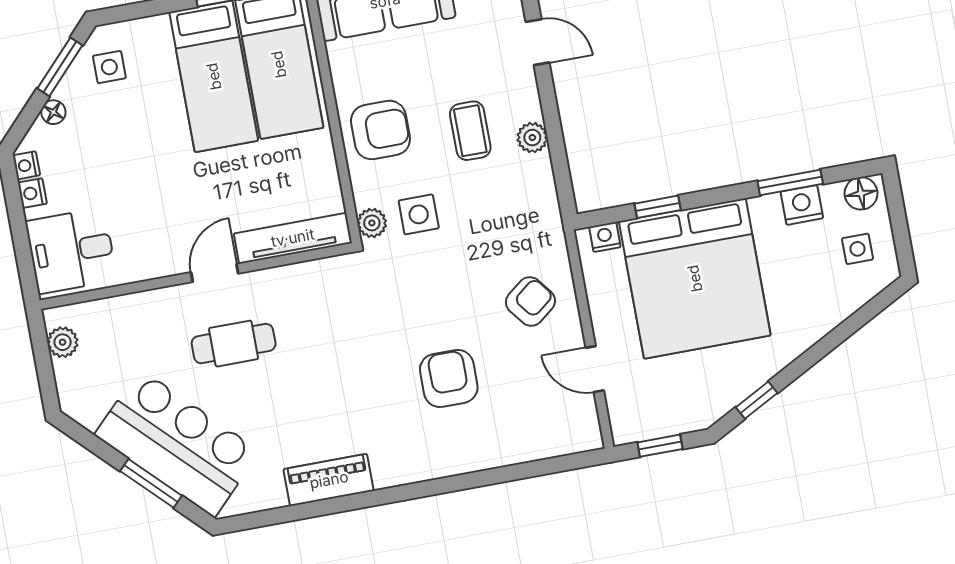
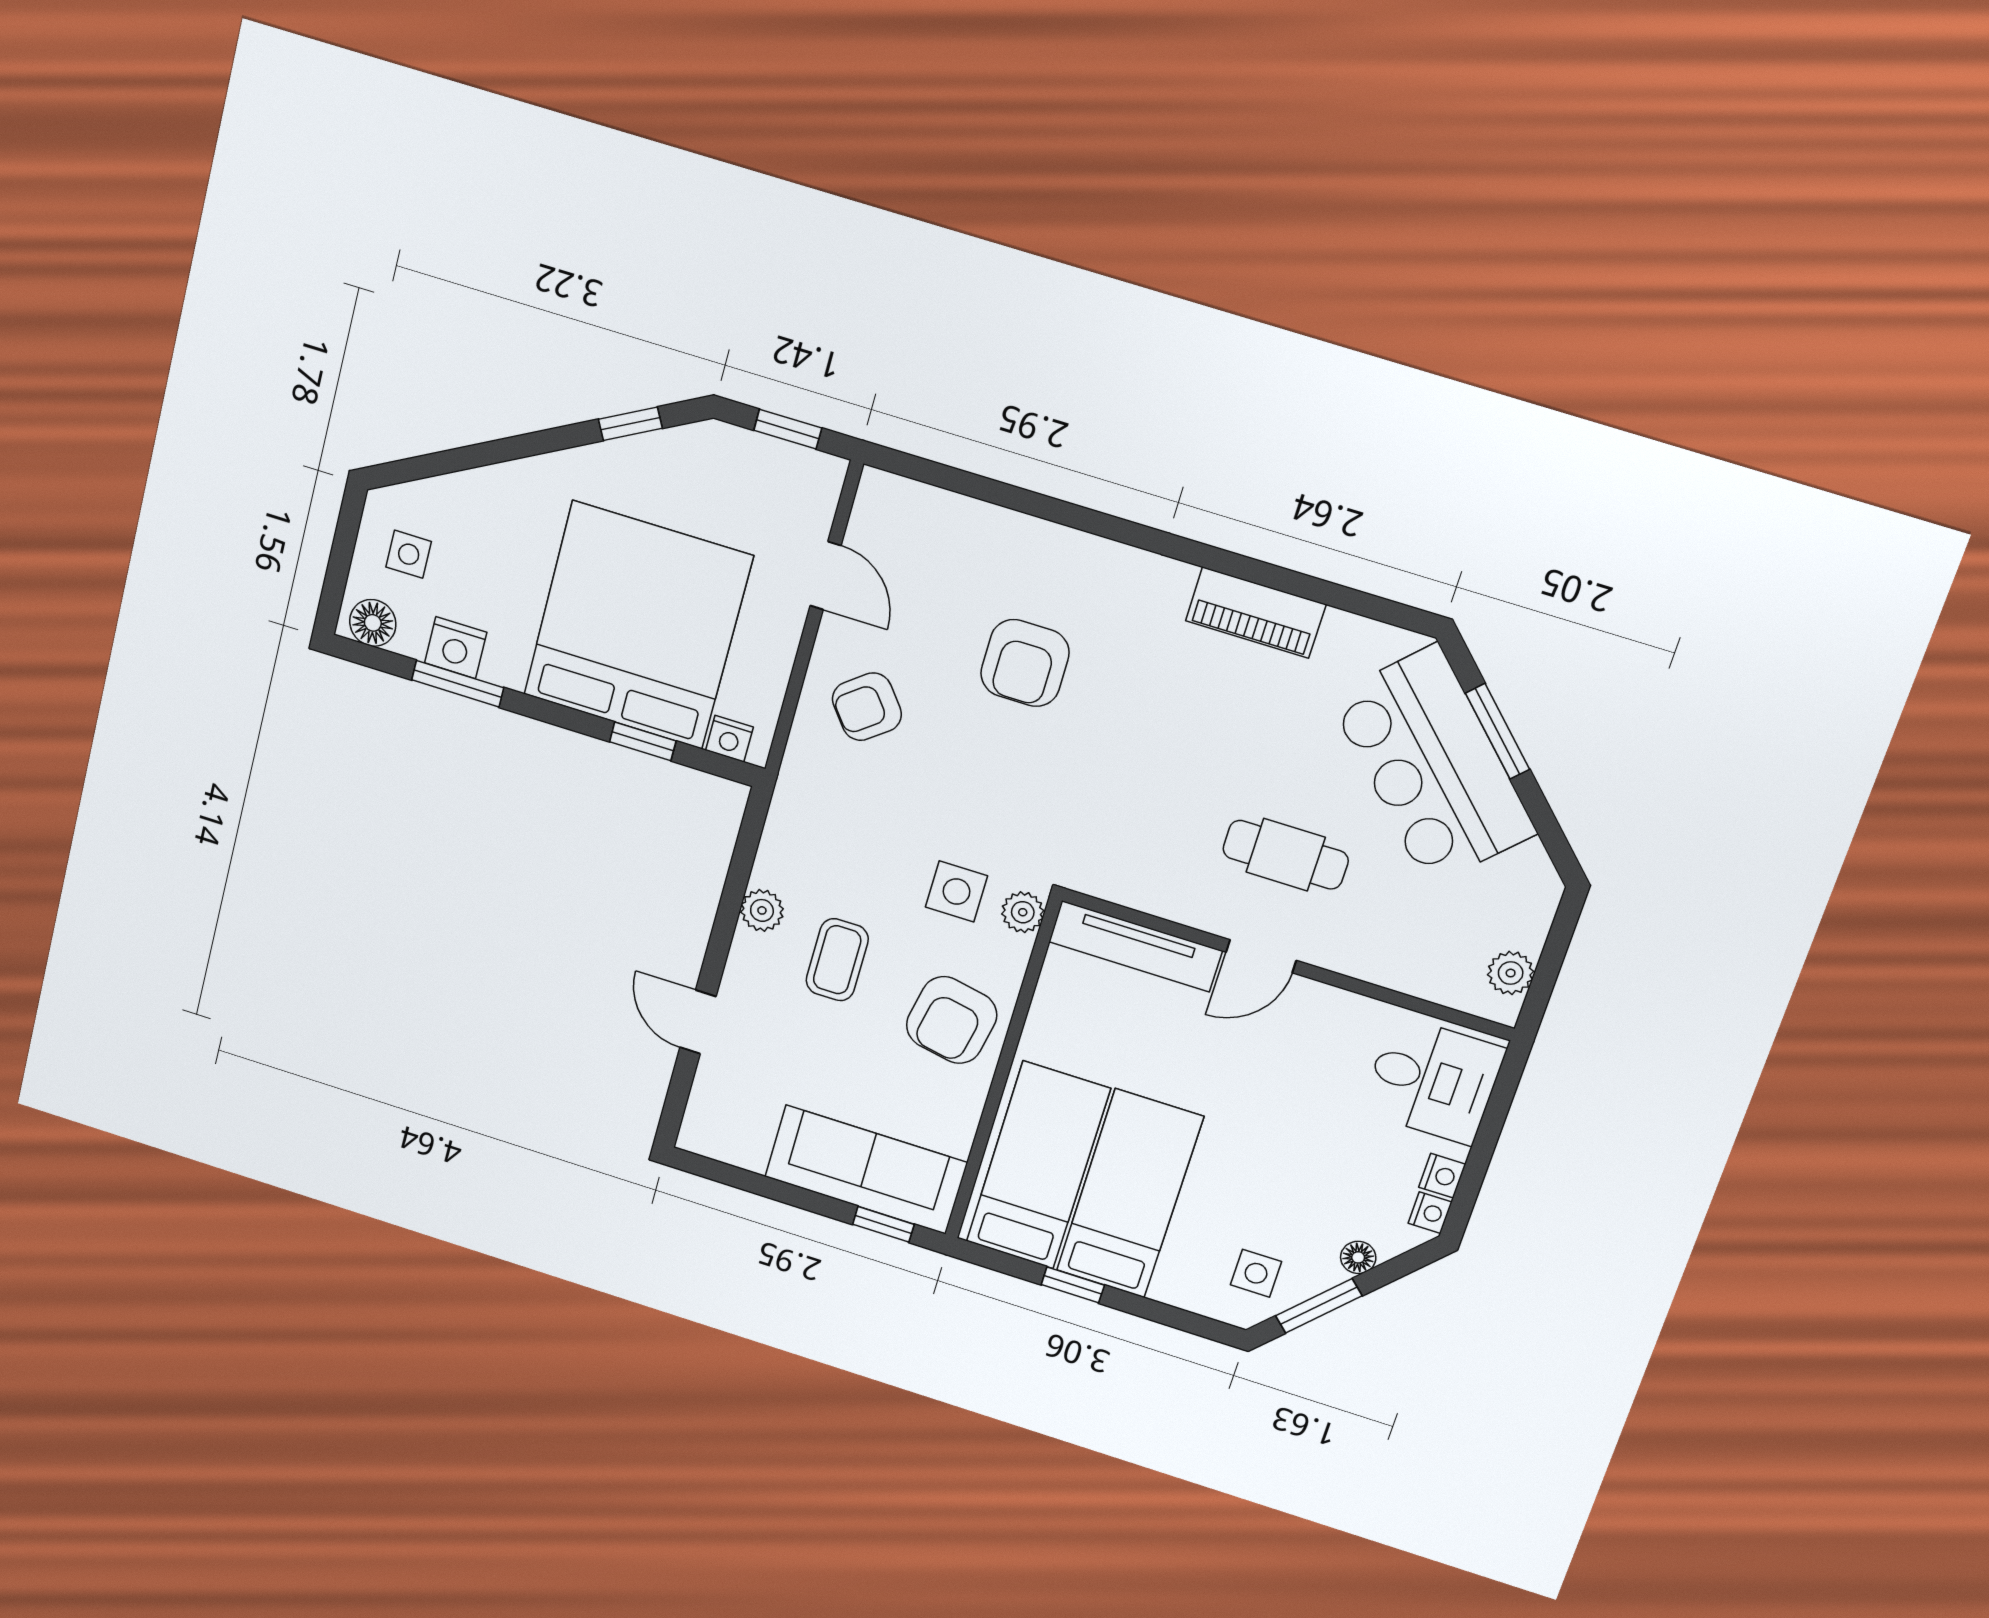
armchair: (380, 130) -> (952, 1020), turned -79

